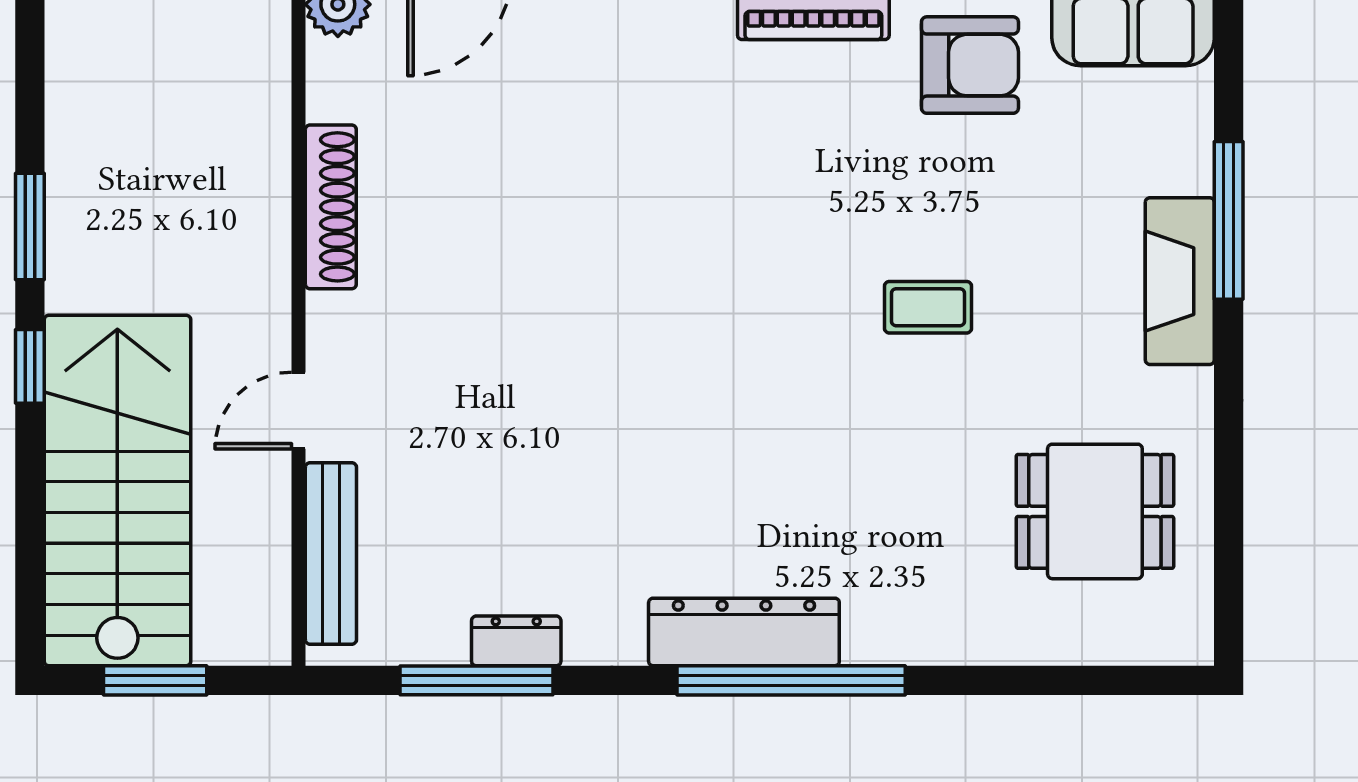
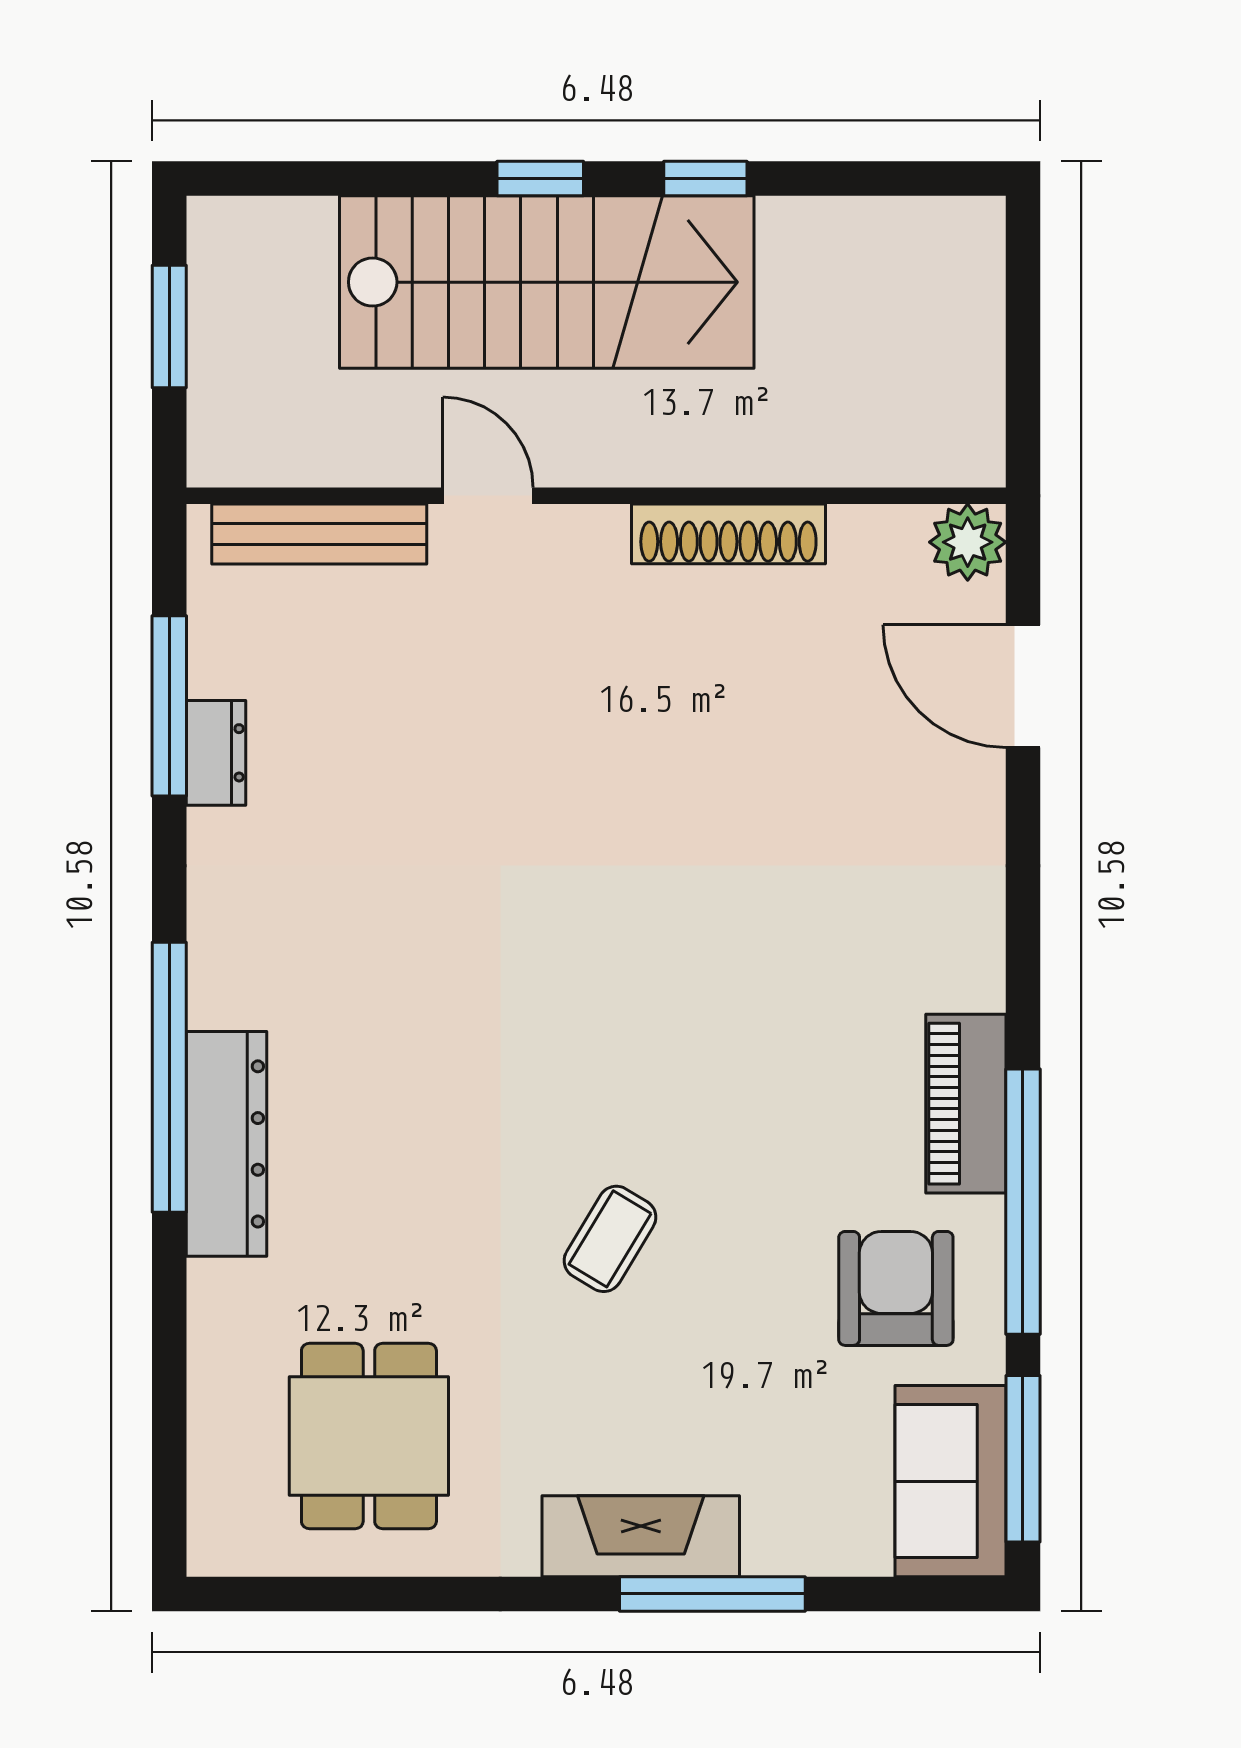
armchair: (970, 65) -> (896, 1288), turned 180
window: (30, 226) -> (705, 179), width x0.67
coffee table: (928, 307) -> (610, 1239), turned 31
stairs: (117, 491) -> (547, 282), moved
dresser: (744, 632) -> (227, 1144), moved

